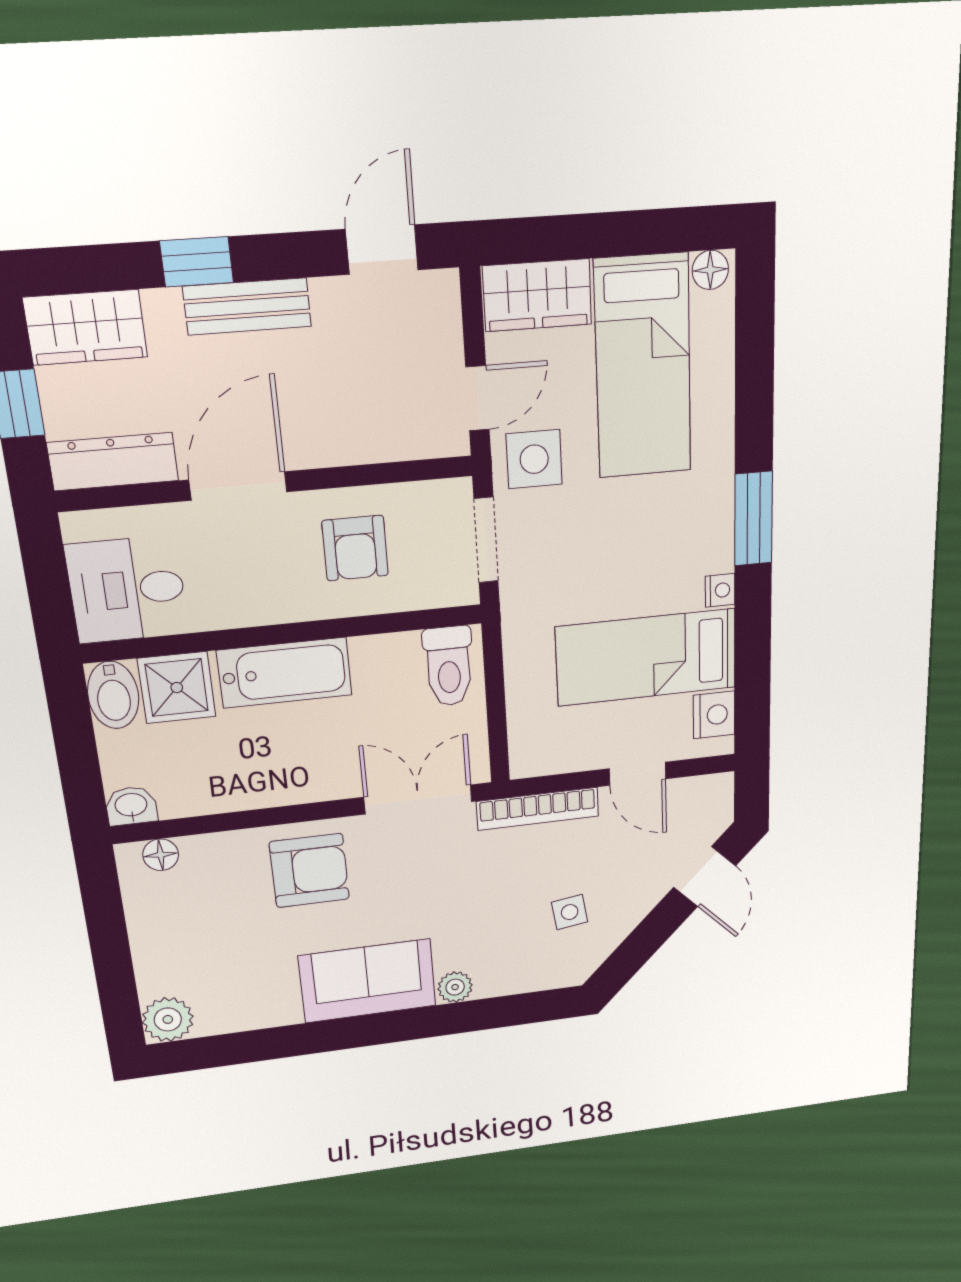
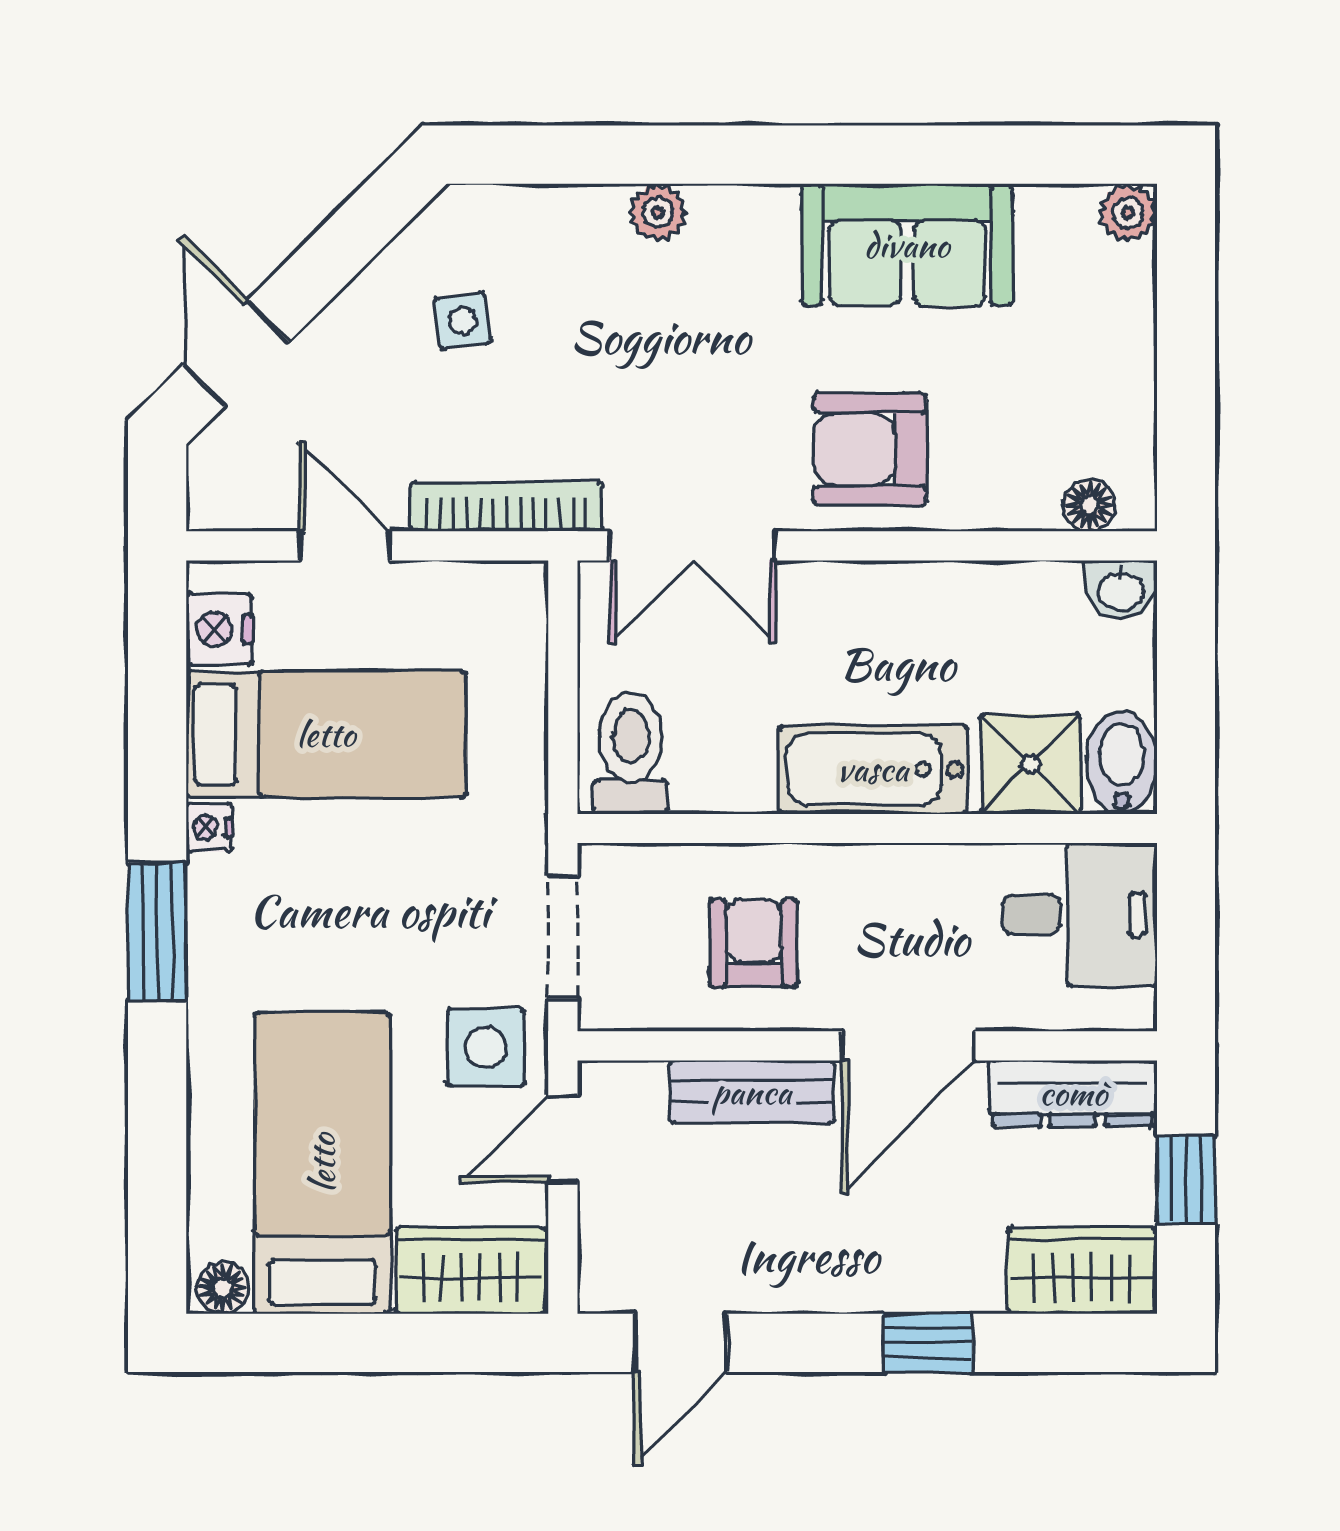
bench: (247, 307) -> (752, 1092), moved
sofa: (368, 981) -> (907, 245), moved
plant: (168, 1019) -> (1128, 213), width x0.73, depth x0.73

